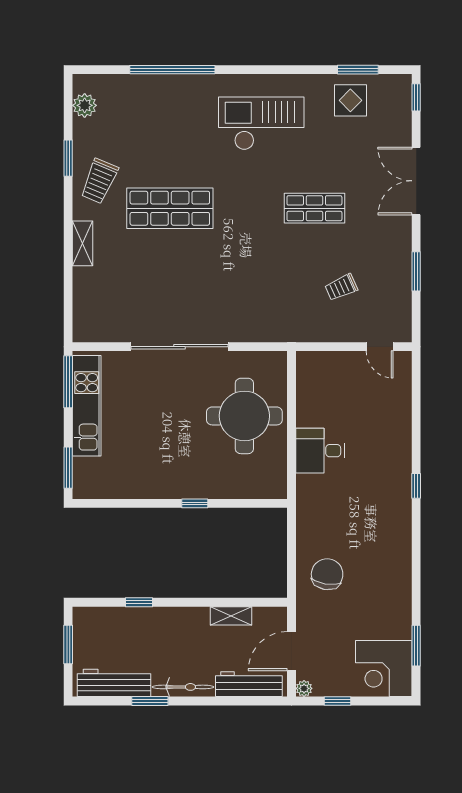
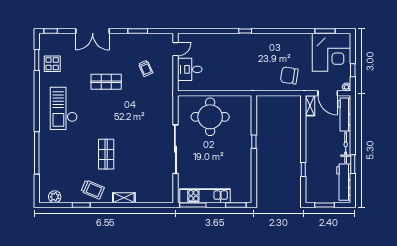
shop shelf: (170, 208) -> (106, 154), width x0.70, depth x0.74
shop shelf: (314, 208) -> (106, 82), turned 90
desk: (320, 451) -> (190, 69), moved, turned 90
shelving: (231, 616) -> (310, 106), moved
corner desk: (384, 669) -> (331, 52), width x1.36, depth x1.36

